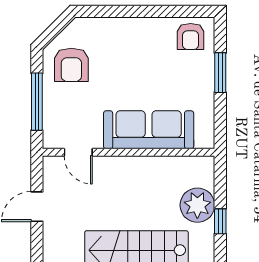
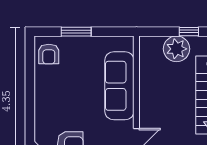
armchair: (191, 36) -> (49, 54), turned 90

